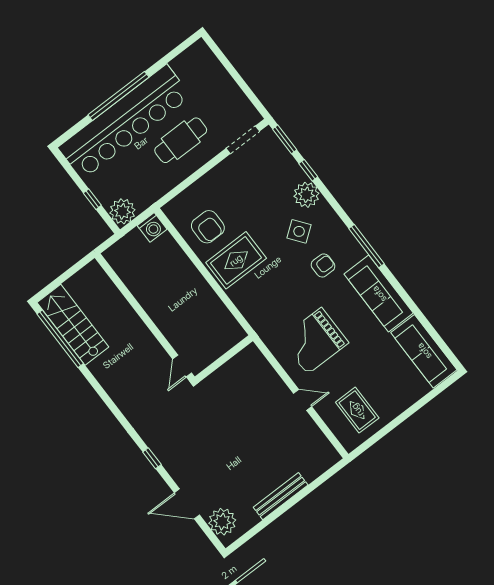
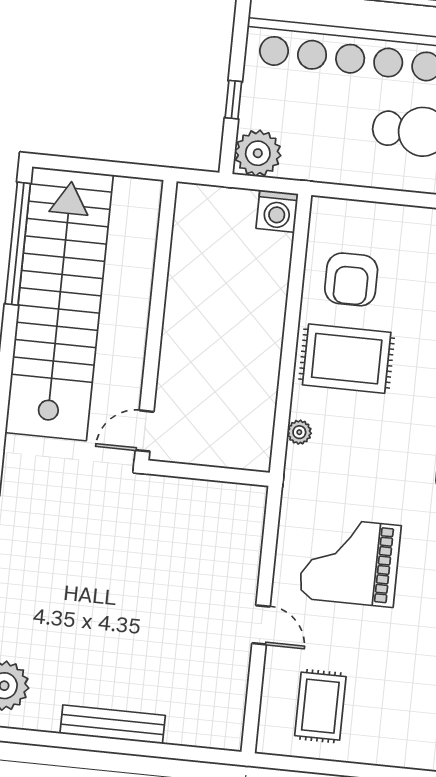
plant: (245, 308) -> (299, 432), added
stairs: (73, 325) -> (59, 304), width x1.86, depth x1.51

